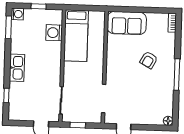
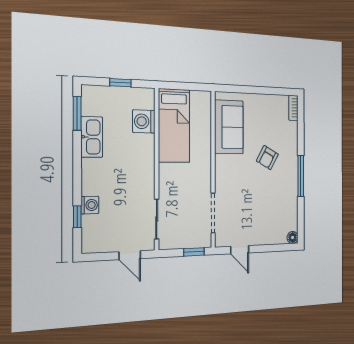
washing machine: (17, 14) -> (90, 205), moved
sofa: (127, 23) -> (229, 127), moved, turned -90
kitchen sink: (17, 68) -> (92, 137), moved
window: (78, 125) -> (194, 252), moved

